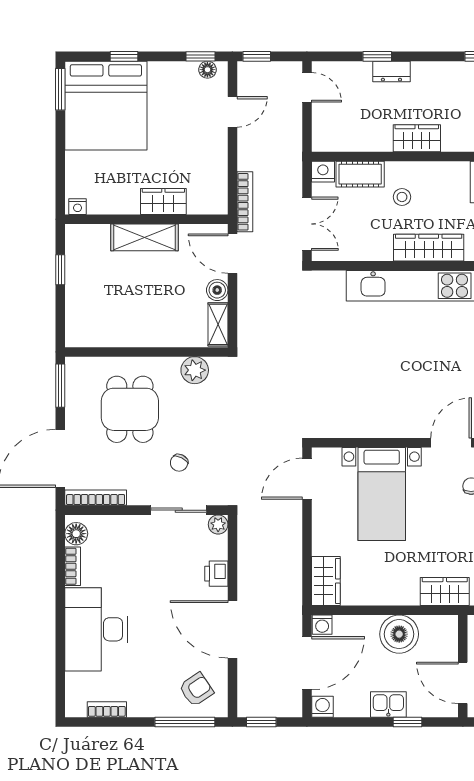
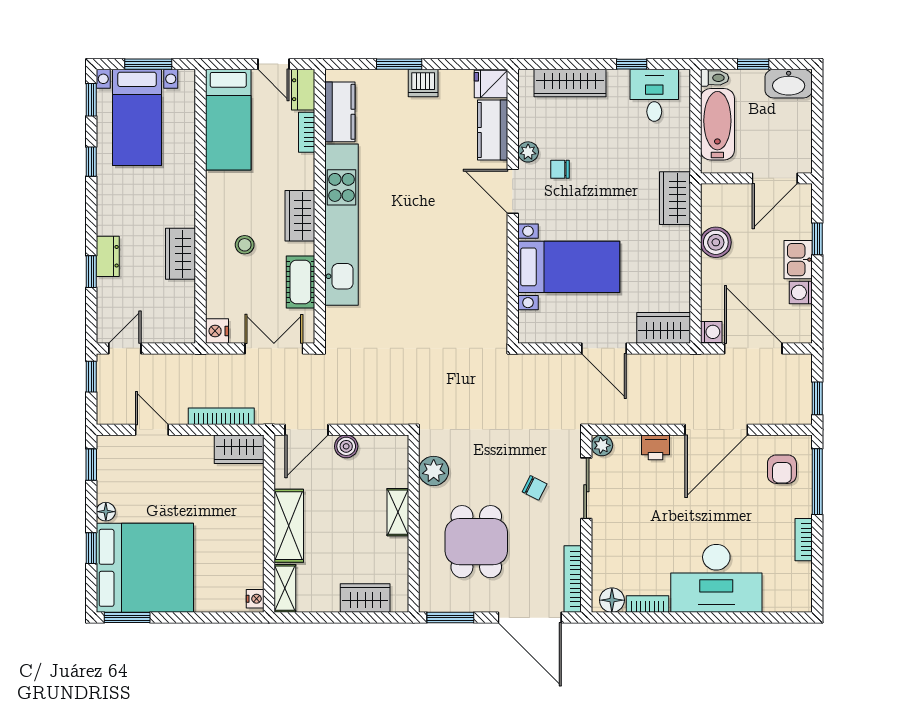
window: (257, 56) -> (91, 377), moved
floor lamp: (207, 70) -> (106, 512), moved
wardrobe: (417, 138) -> (180, 254), moved
cot: (360, 174) -> (300, 282), moved
wardrobe: (163, 201) -> (239, 449), moved, turned -90
bookcase: (245, 202) -> (221, 416), moved
shelving: (87, 234) -> (285, 588), added
wardrobe: (429, 248) -> (300, 216), width x0.67
window: (60, 270) -> (324, 618), removed
wardrobe: (78, 307) -> (365, 598), added
shelving: (218, 324) -> (398, 512), moved, turned 90
dining table: (130, 409) -> (476, 542), turned 90
door: (307, 479) -> (604, 348), moved
boiler: (399, 634) -> (716, 242), width x0.73, depth x0.73
armchair: (196, 689) -> (782, 469), turned -146
washing machine: (322, 707) -> (801, 292), moved
bookcase: (107, 709) -> (804, 540), moved

